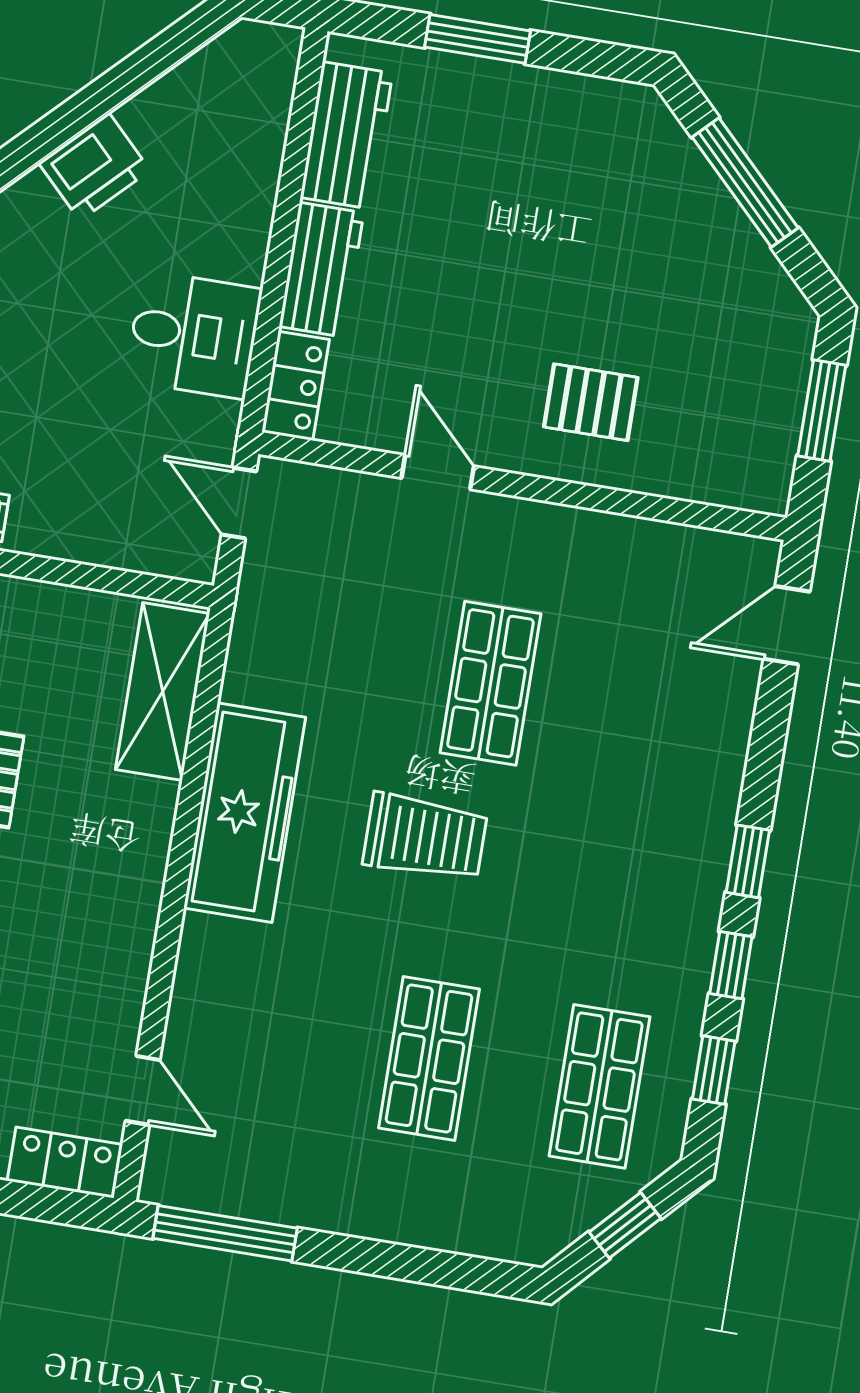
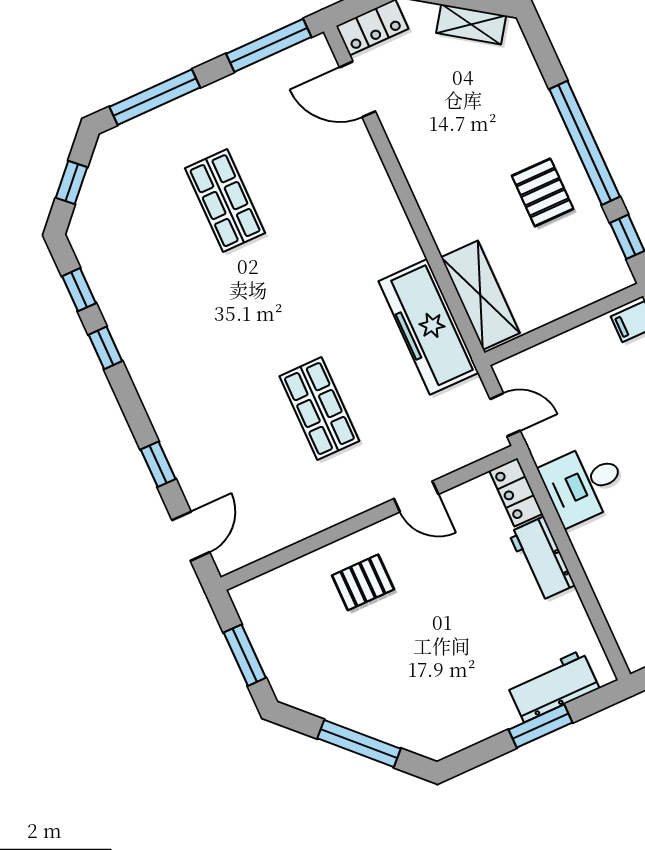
workbench: (346, 135) -> (553, 686), moved, turned 90
freezer: (245, 813) -> (429, 327), moved
trolley: (425, 837) -> (301, 310), removed
window: (748, 861) -> (158, 464), moved
shop shelf: (599, 1086) -> (131, 243), removed
door: (143, 1090) -> (357, 89), width x1.38
window: (431, 1267) -> (155, 97), added

